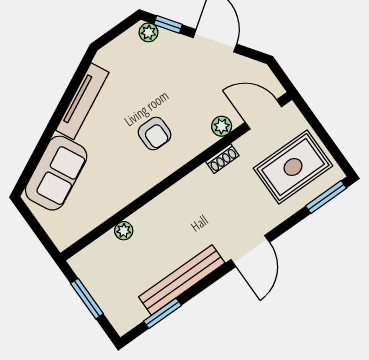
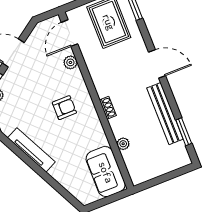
shoe rack: (222, 159) -> (108, 108), moved
sofa: (56, 173) -> (106, 172), moved, turned -153
window: (87, 299) -> (162, 179), removed

